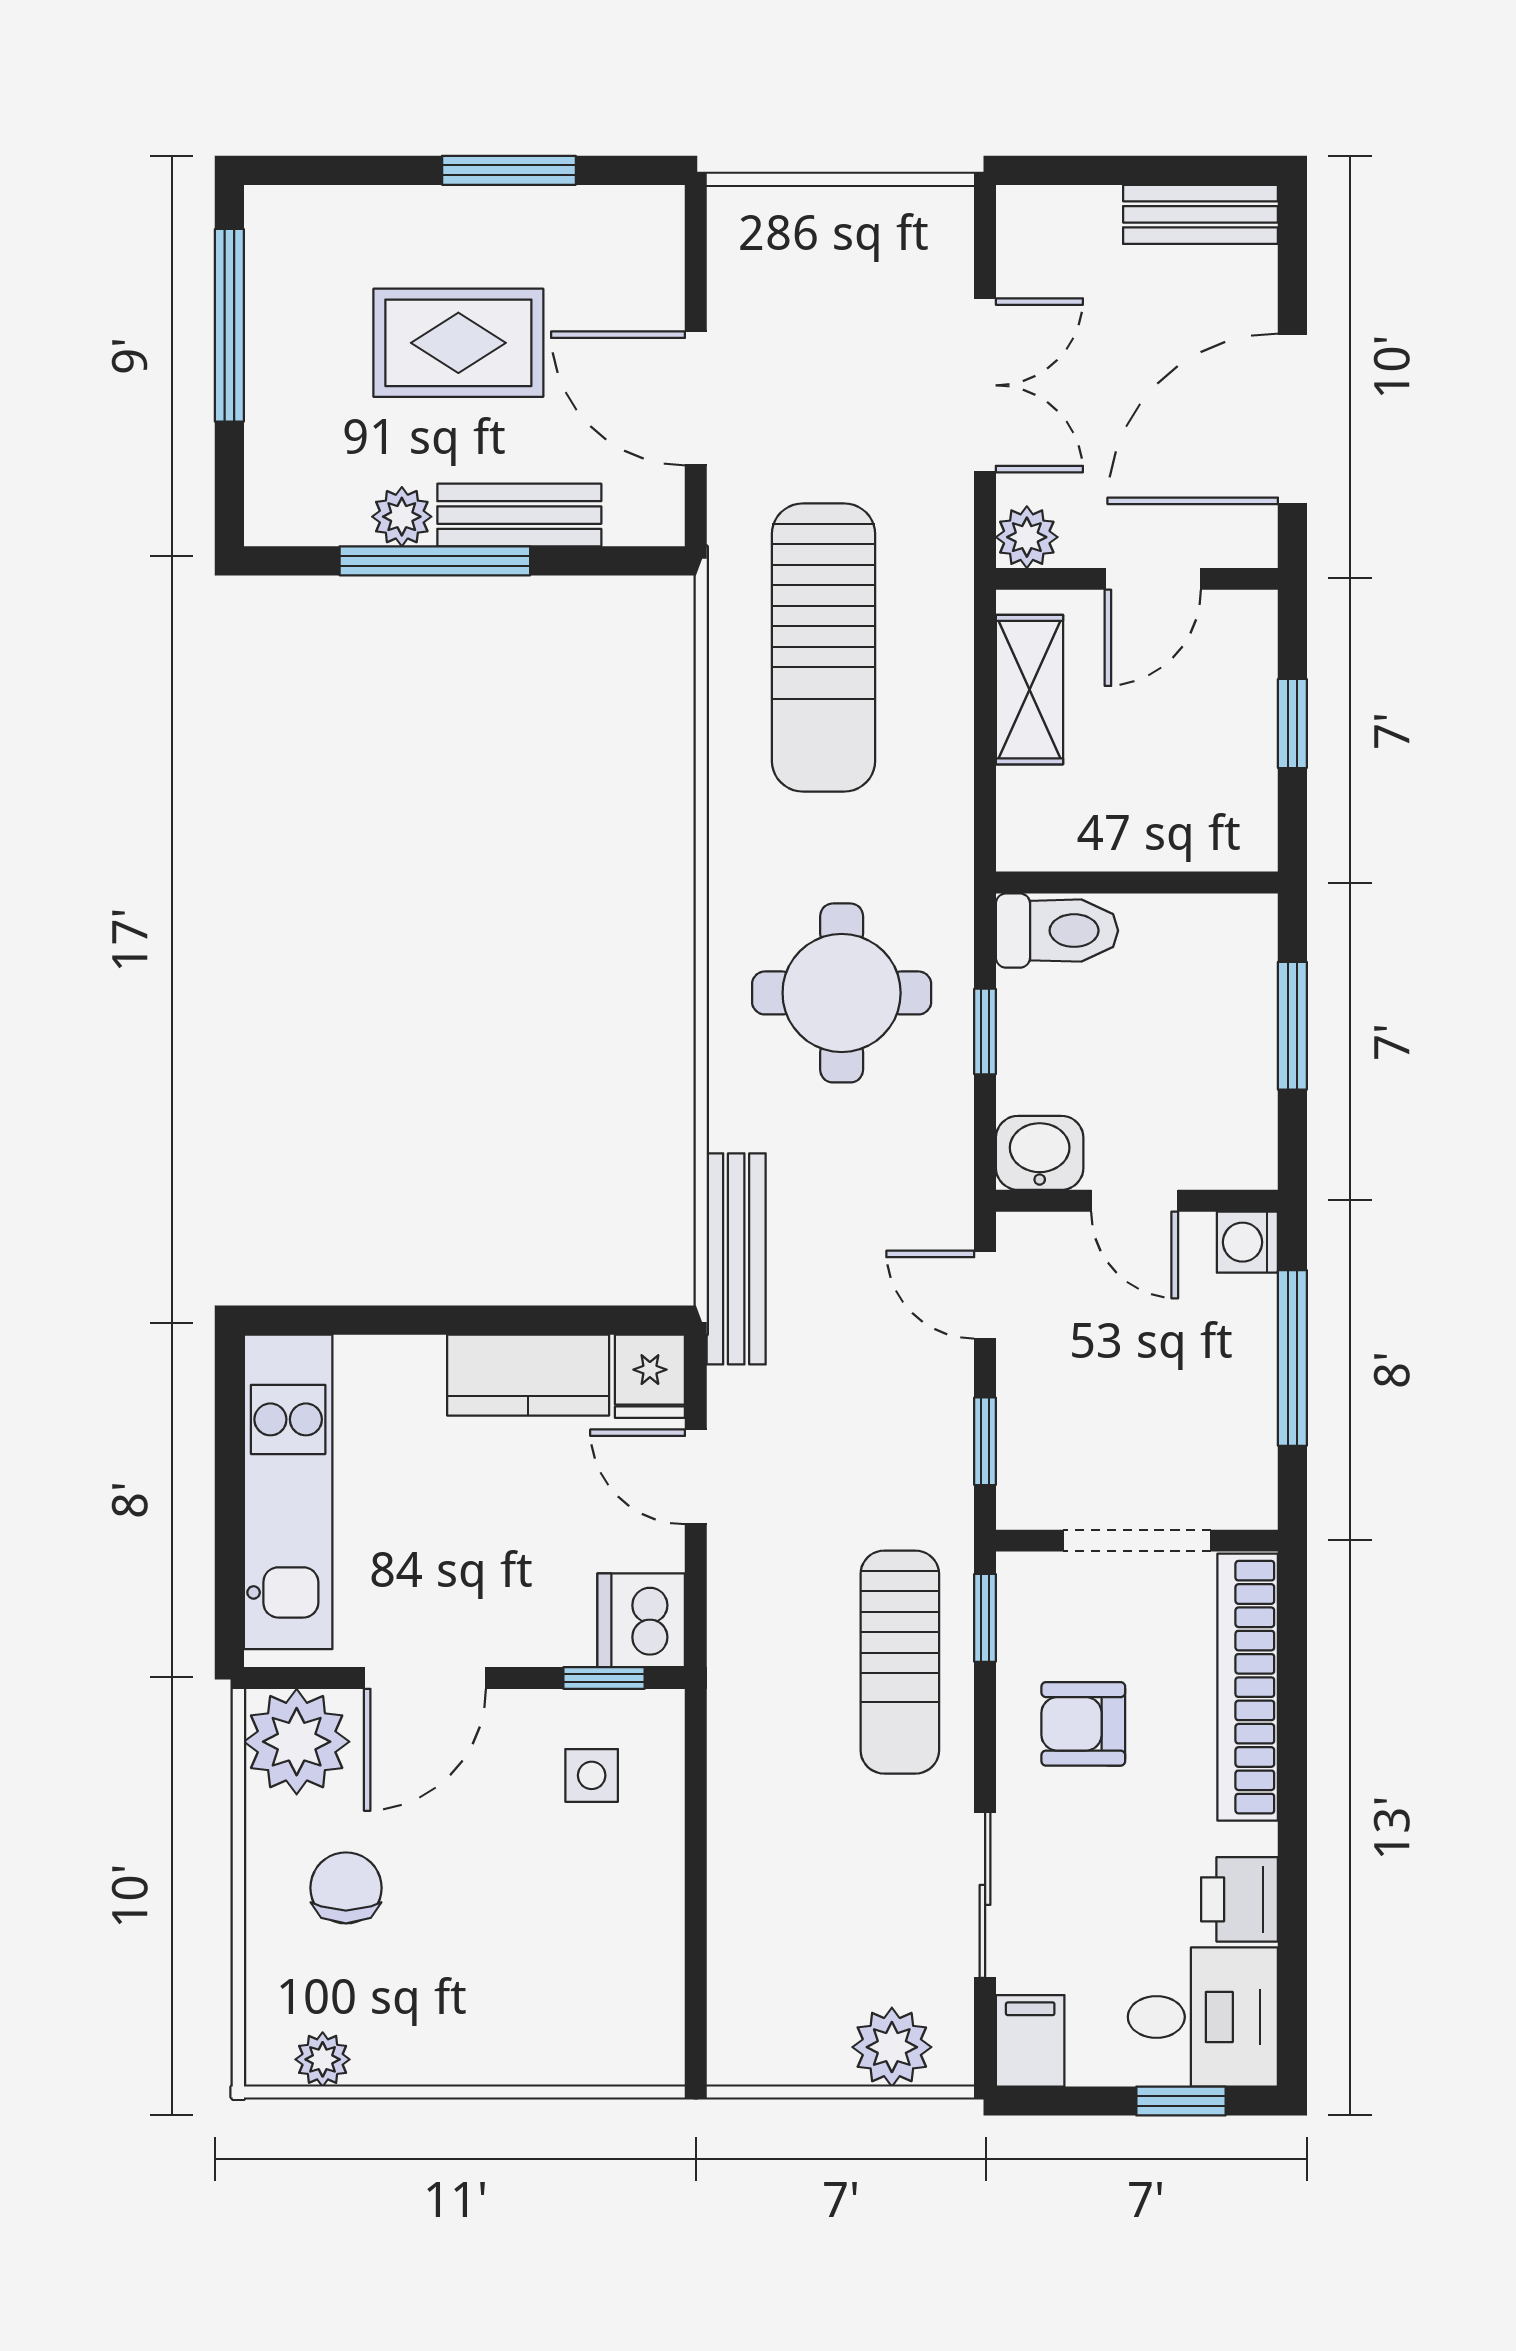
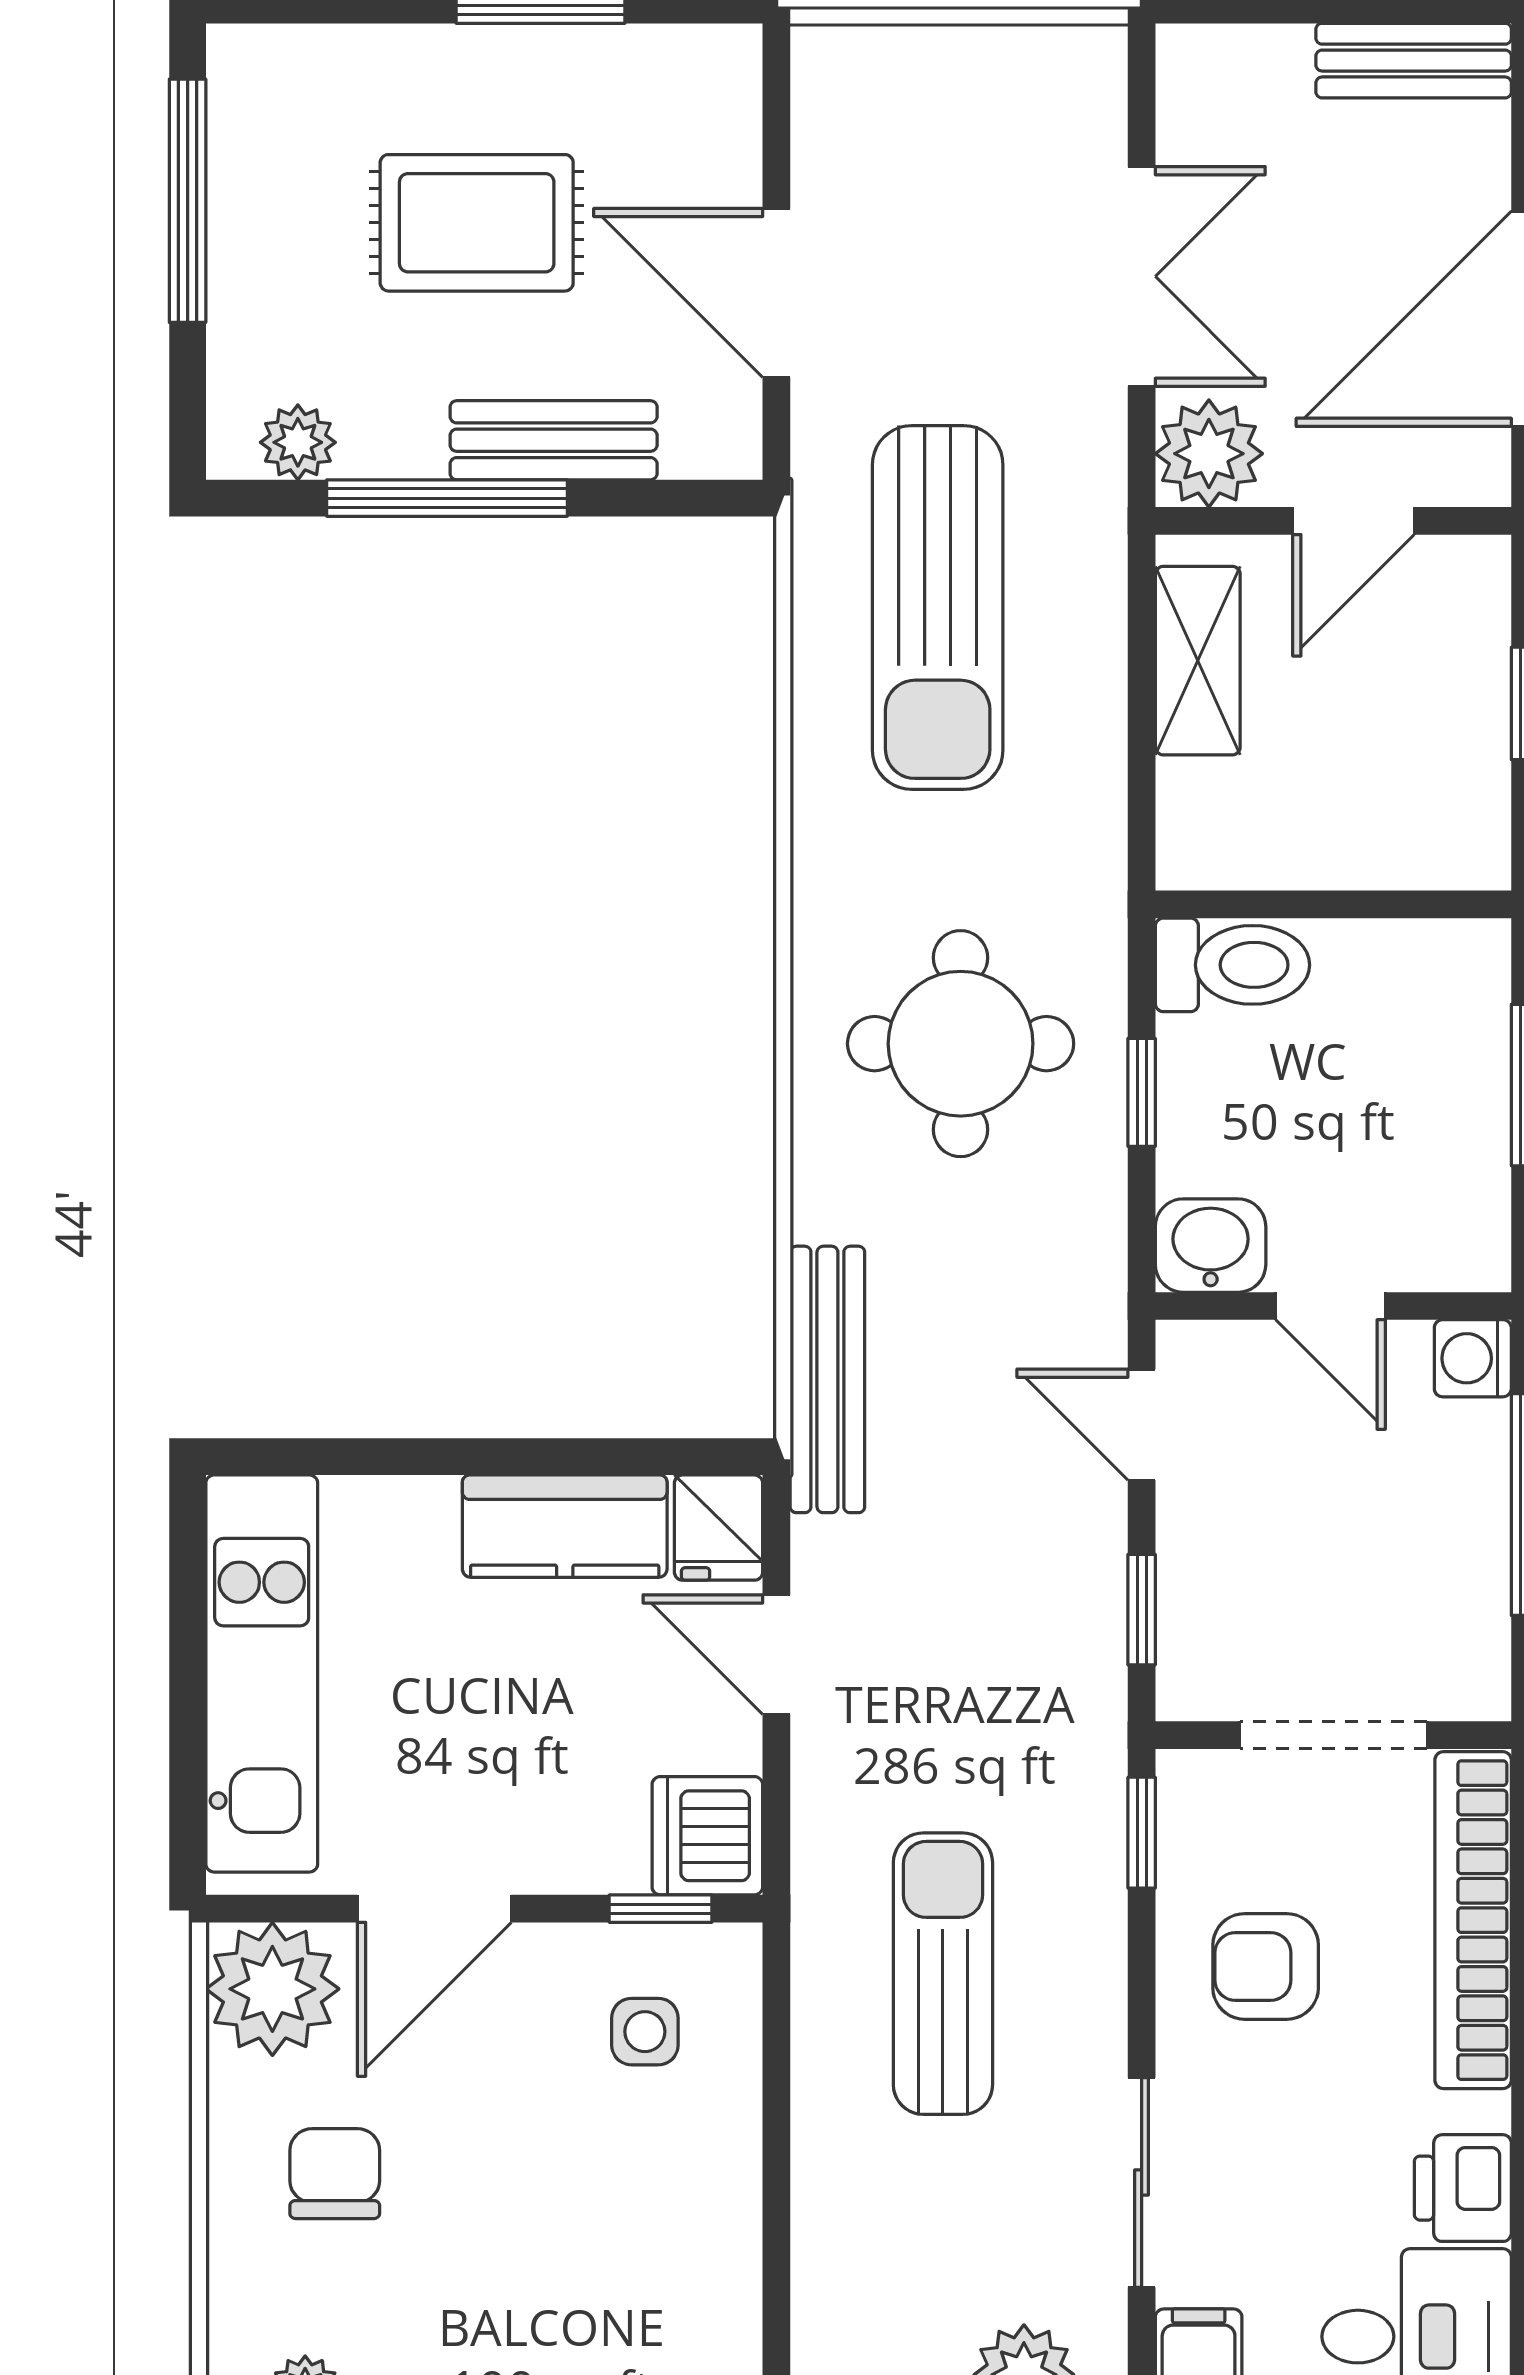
plant: (402, 517) -> (298, 442), moved
plant: (1027, 537) -> (1209, 454), width x1.38, depth x1.38
sun lounger: (900, 1662) -> (943, 1974), moved, turned 180

